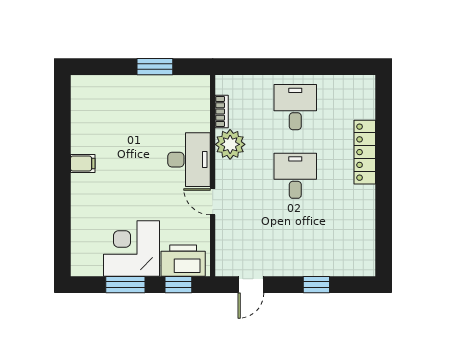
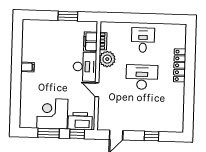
filing cabinet: (198, 113) -> (91, 42), added
desk: (295, 176) -> (142, 77), width x1.37

